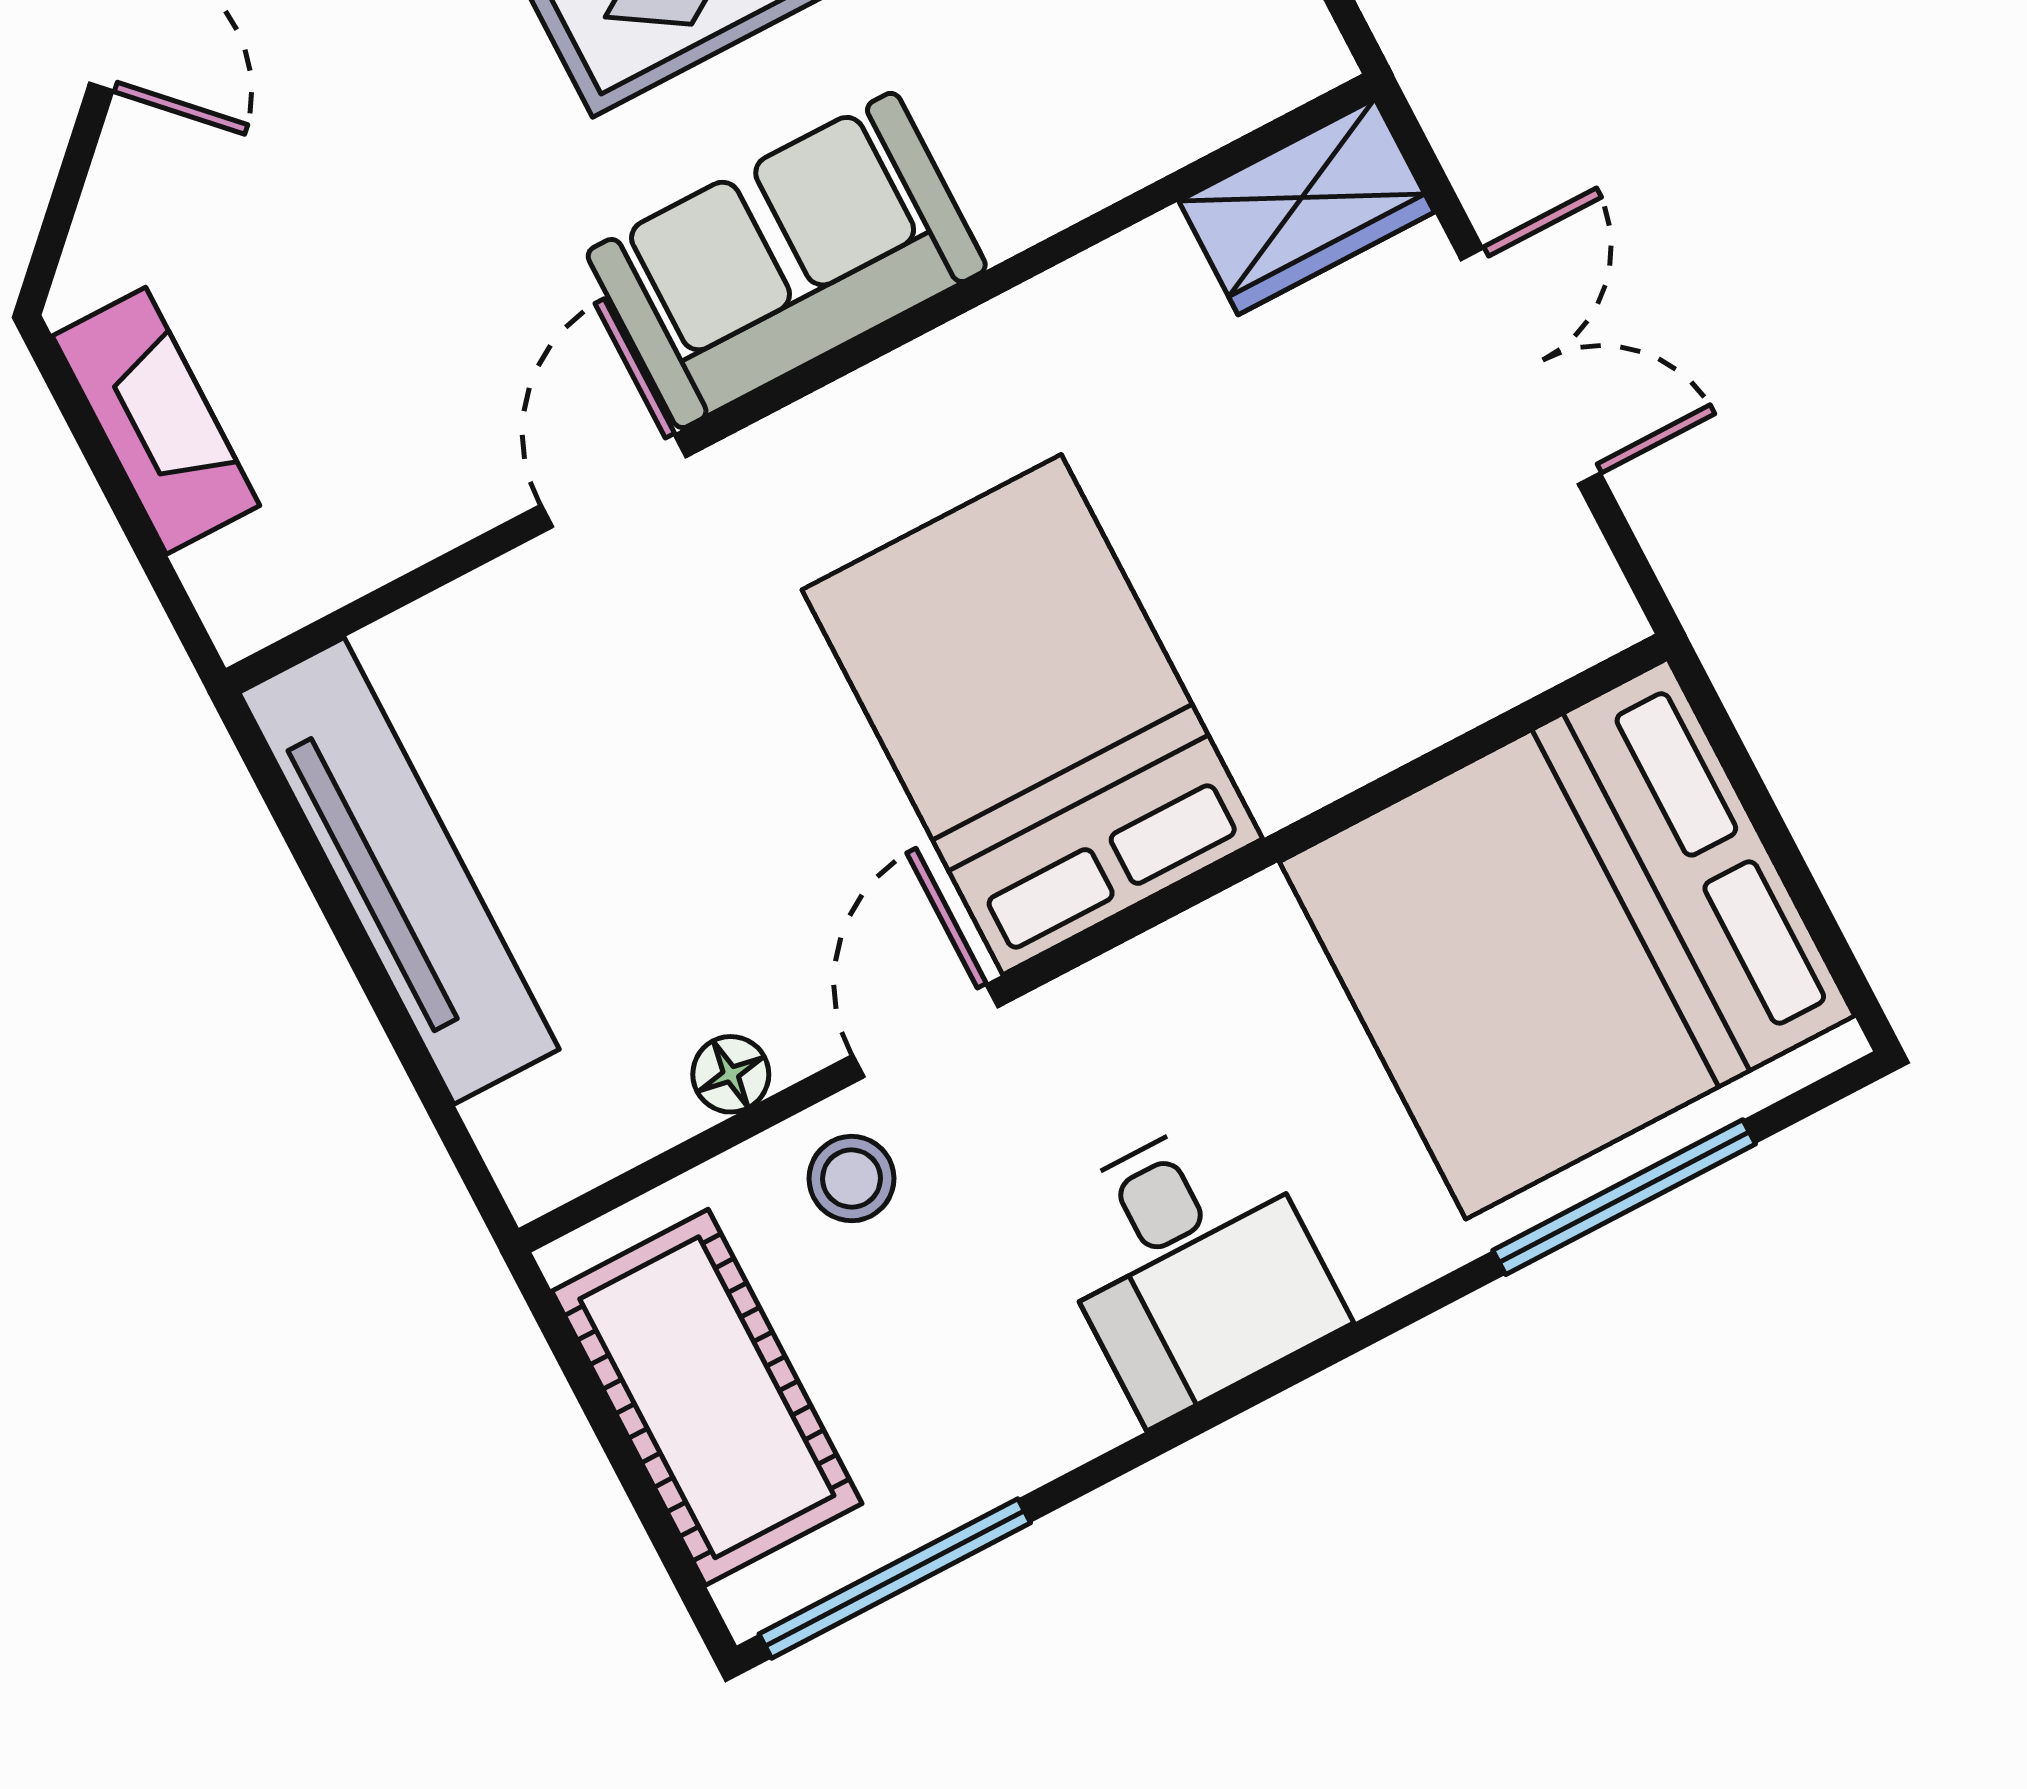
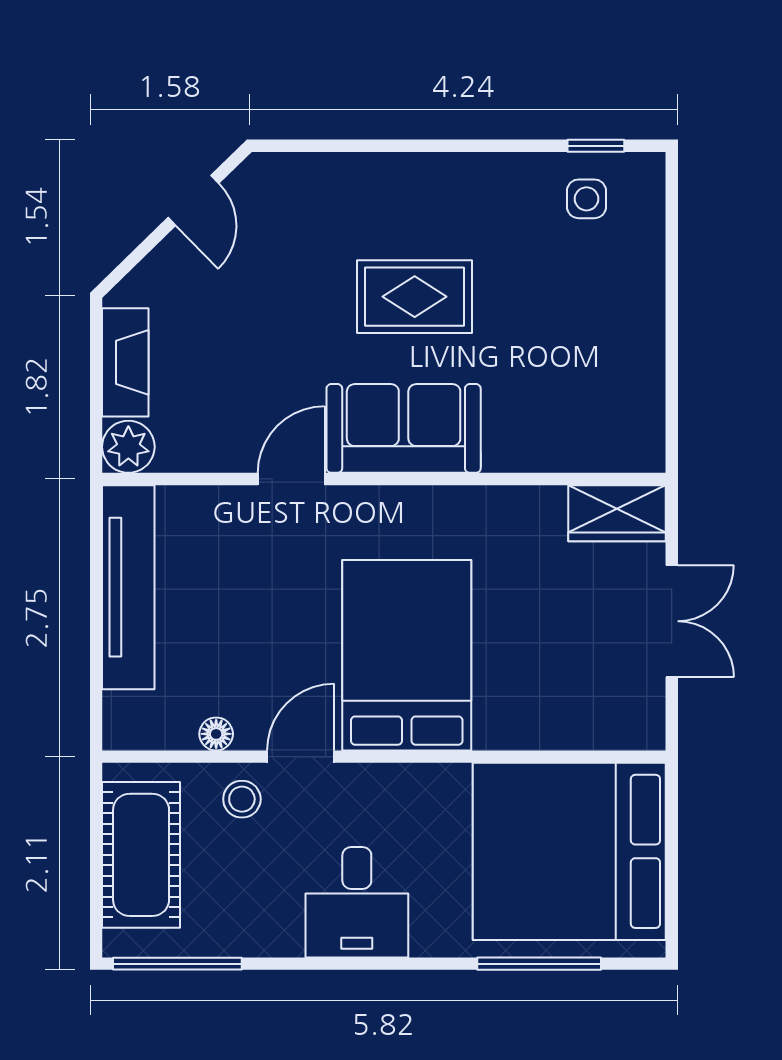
plant: (251, 588) -> (128, 447), added

